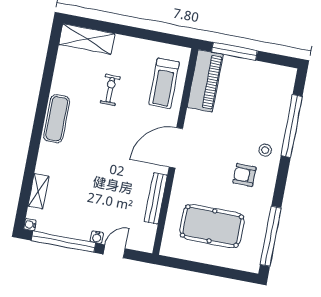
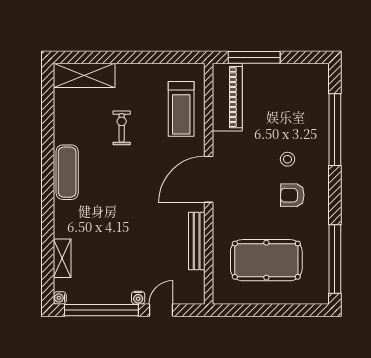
stool: (265, 150) -> (287, 159), moved

